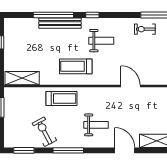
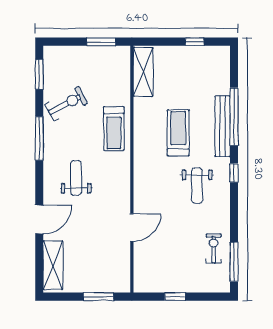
treadmill: (76, 66) -> (178, 133), moved
weight bench: (96, 125) -> (76, 178), turned 180

